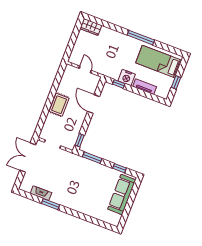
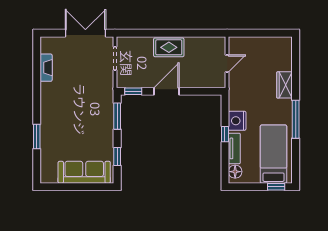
wardrobe: (91, 27) -> (284, 85), moved
window: (176, 82) -> (276, 187), moved
window: (119, 84) -> (225, 134), moved
floor lamp: (161, 92) -> (235, 172), added
door: (93, 104) -> (166, 91), moved
window: (51, 204) -> (37, 136), moved

